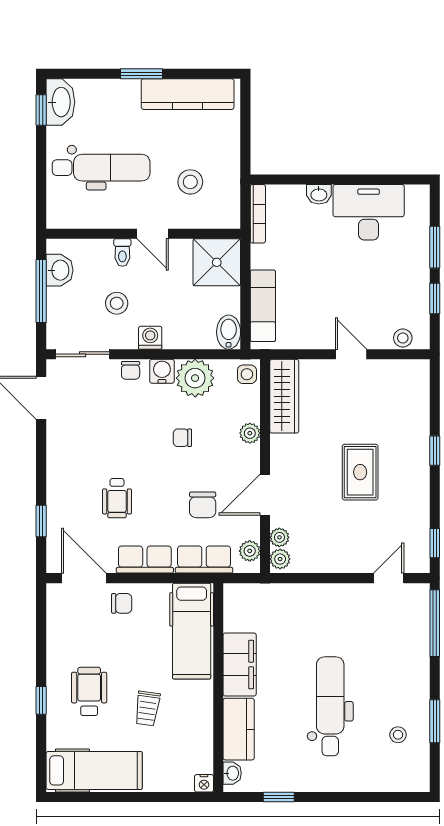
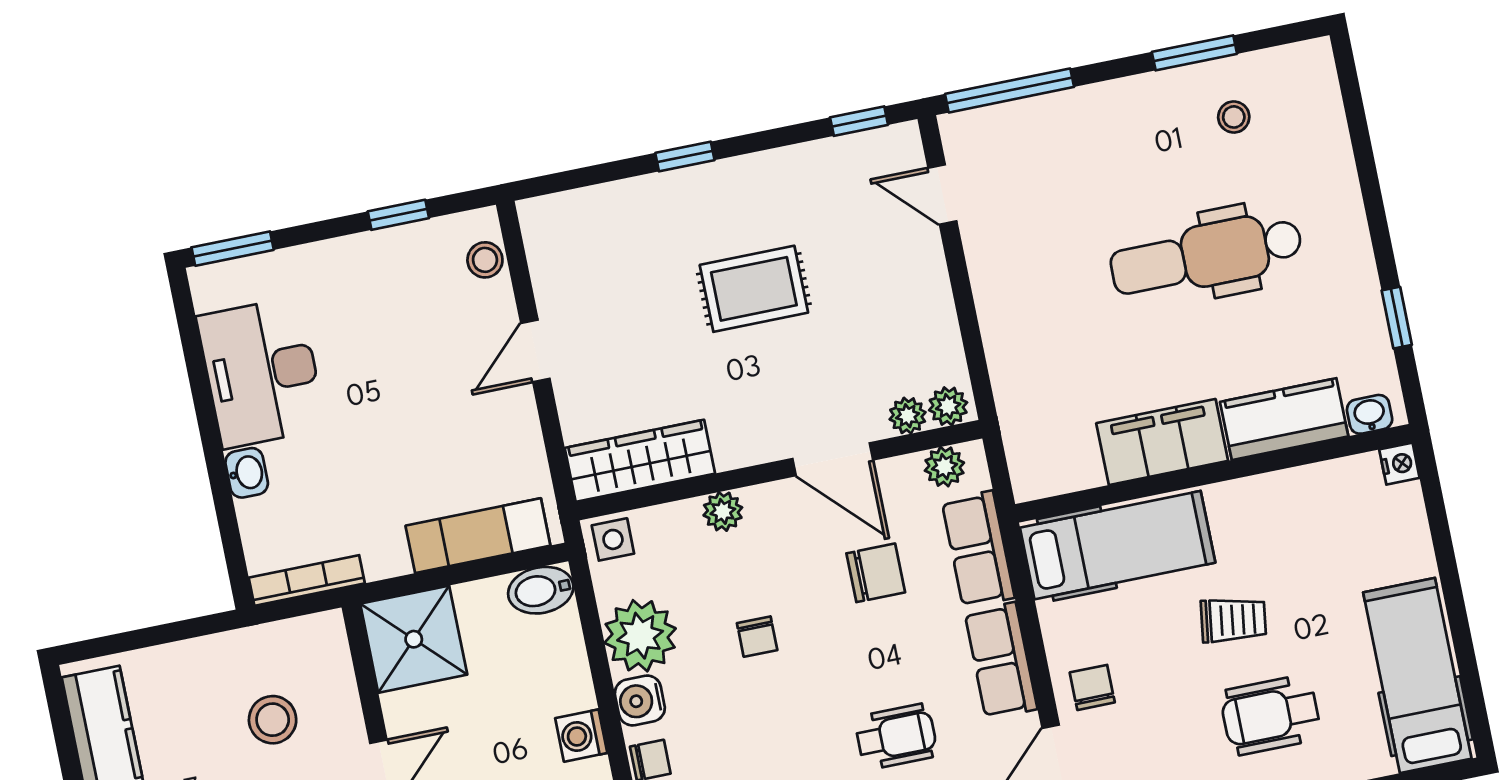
window: (435, 247) -> (233, 249), moved
trolley: (147, 708) -> (1233, 620), moved

